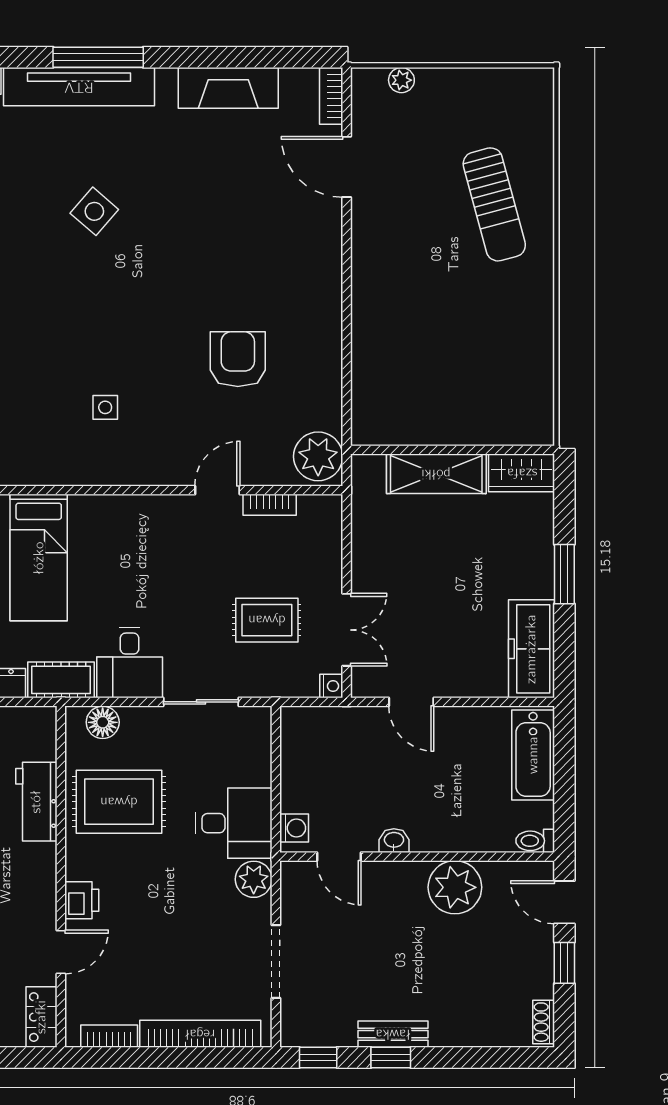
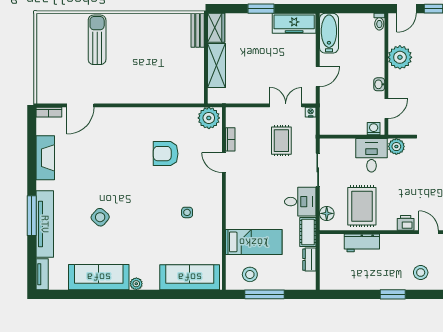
plant: (401, 80) -> (42, 81), removed
sun lounger: (494, 204) -> (97, 40), turned -75
bench: (516, 431) -> (198, 30), added
bathtub: (533, 755) -> (329, 33), moved, turned -90

